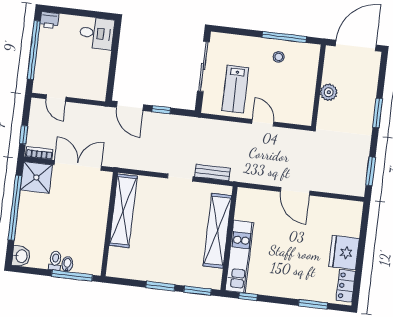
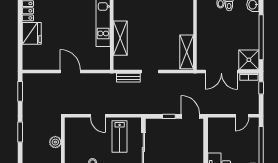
lab bench: (235, 89) -> (120, 137), turned 180
door: (56, 98) -> (242, 116), swing flipped
shelving: (123, 211) -> (187, 52), width x0.68
shelving: (217, 231) -> (120, 38), width x0.68

